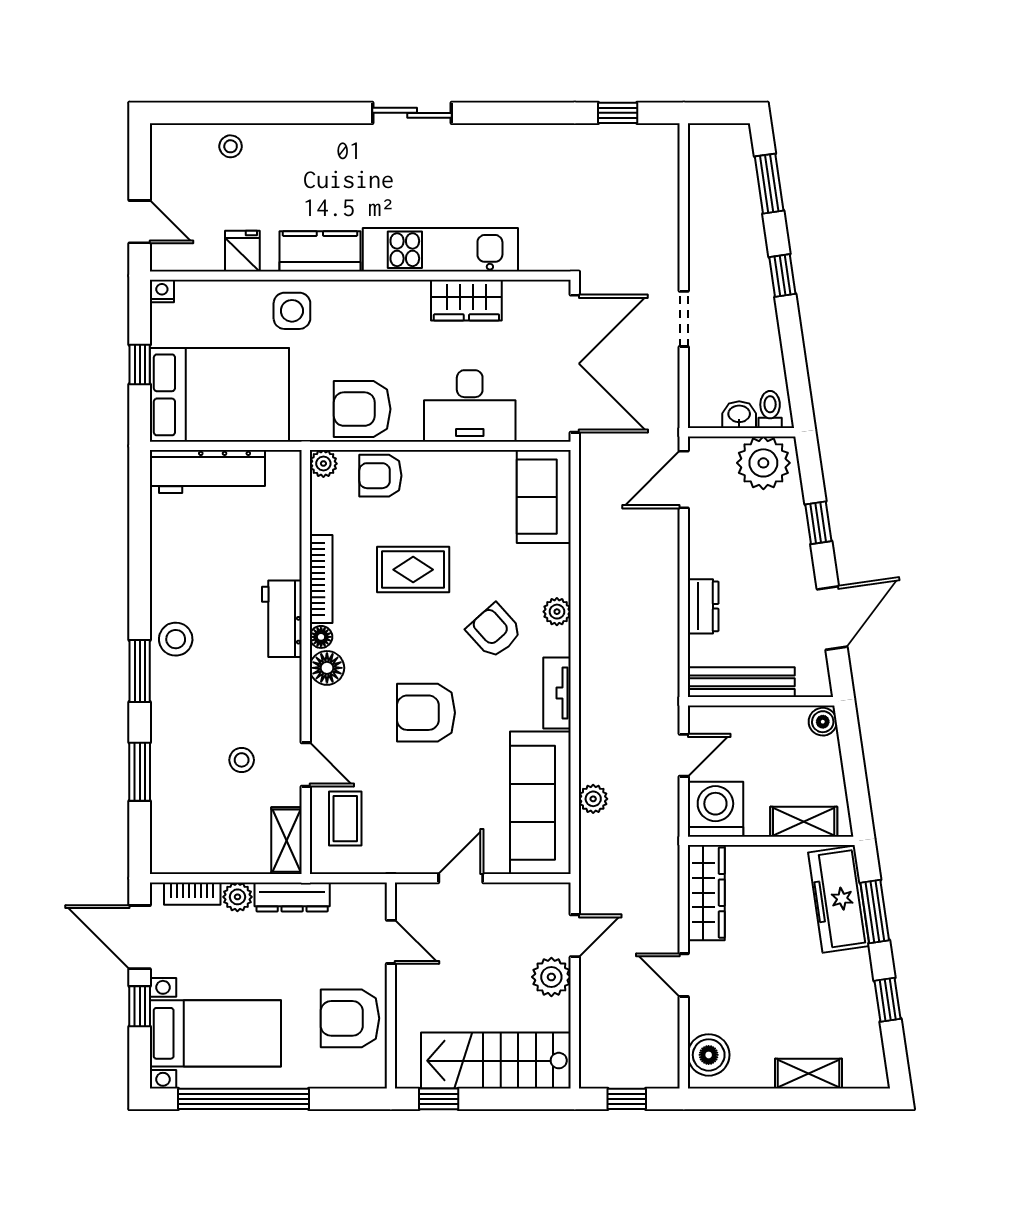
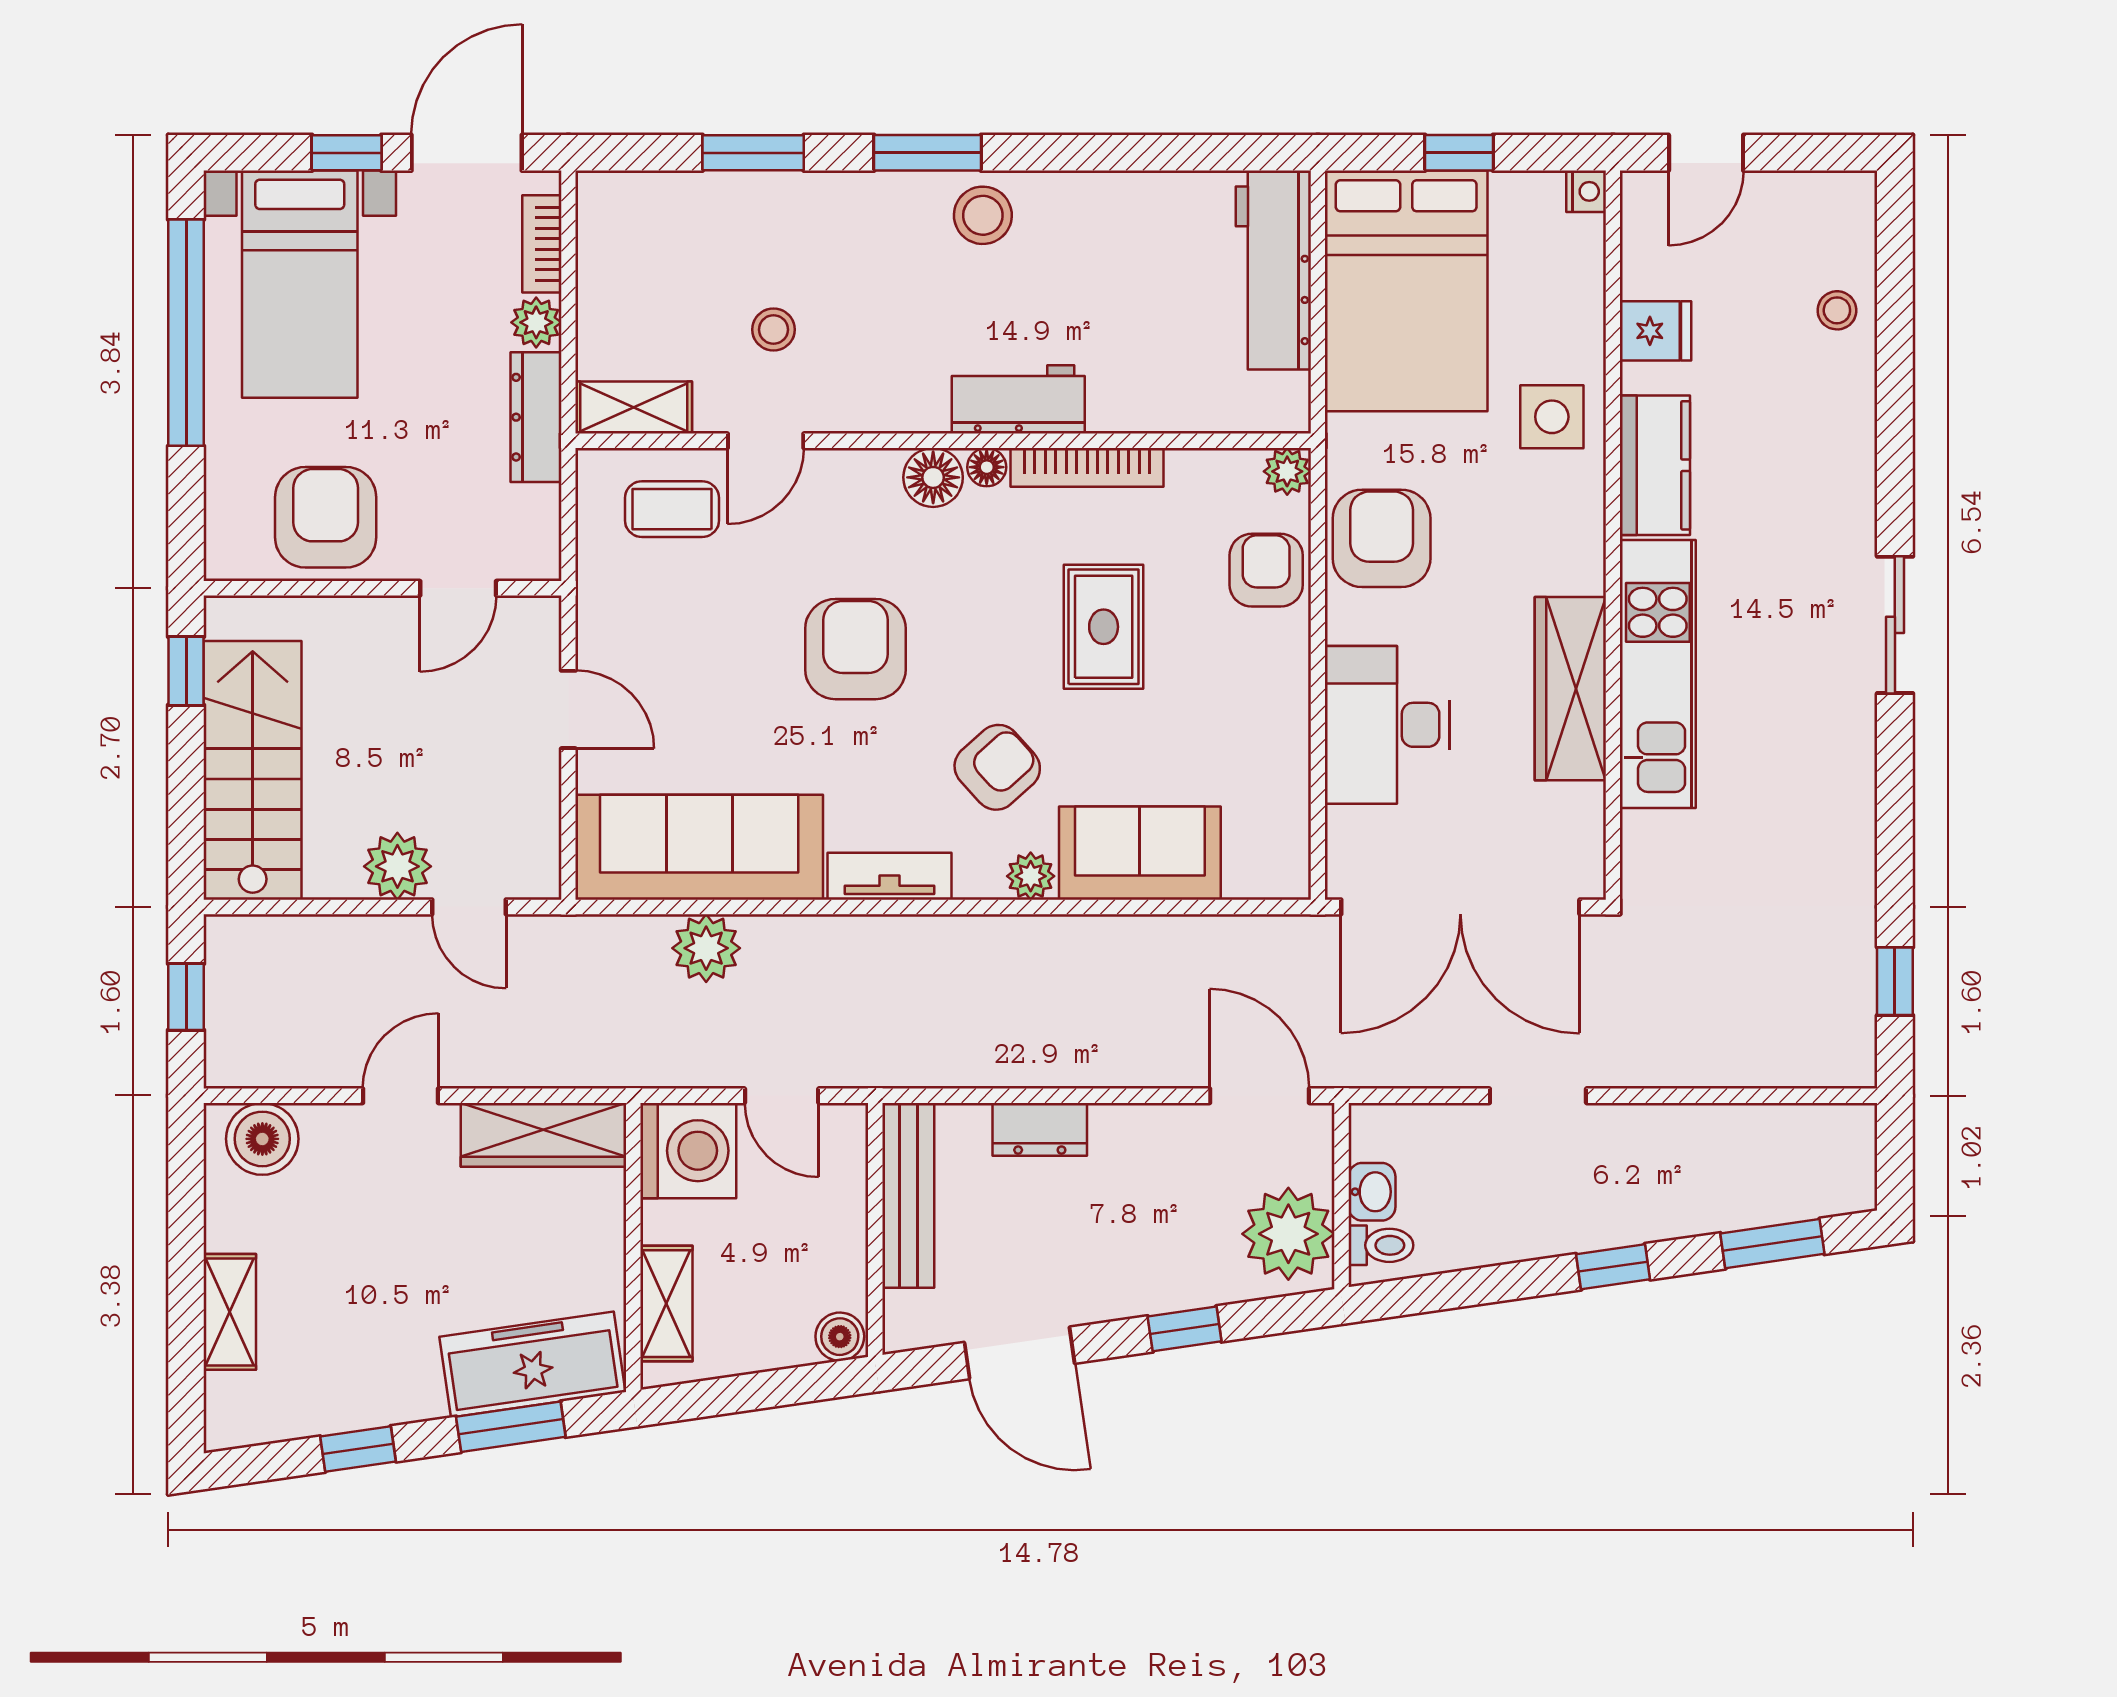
wardrobe: (466, 300) -> (1570, 689), width x1.50
sofa: (544, 497) -> (1140, 853), moved
plant: (593, 799) -> (706, 948), width x1.38, depth x1.38

